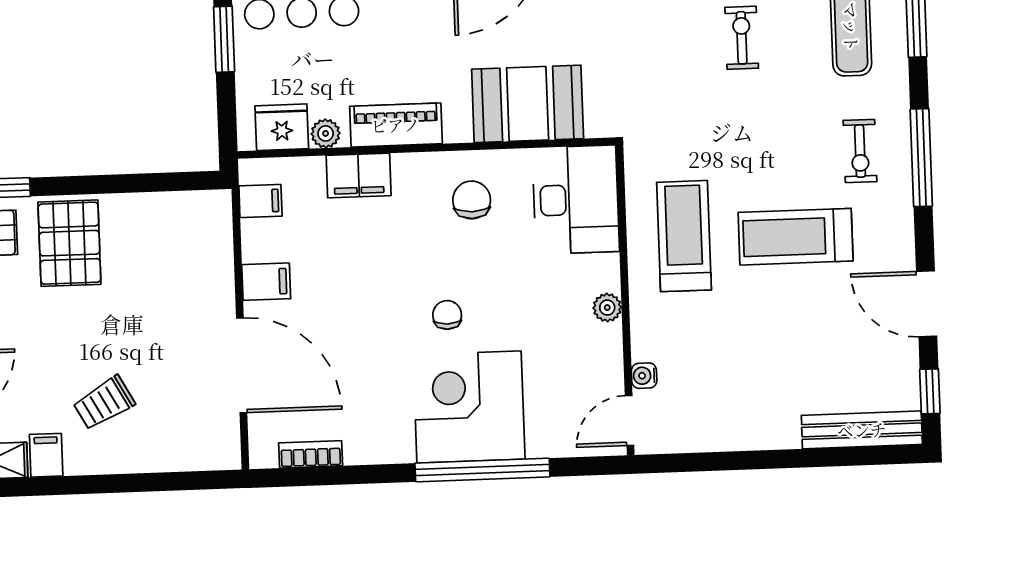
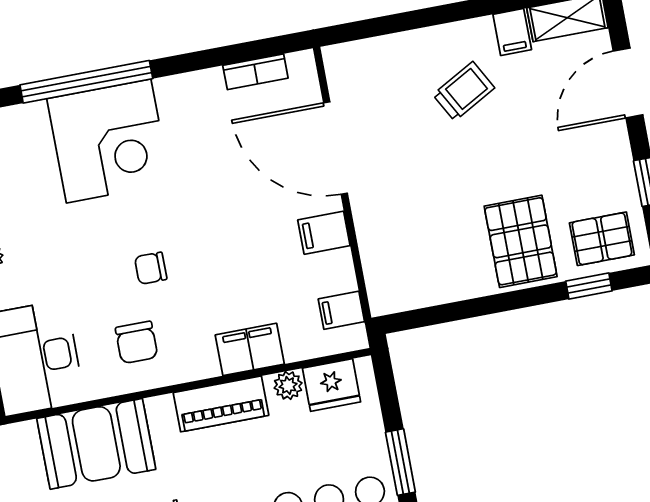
chair: (447, 315) -> (151, 268), moved, turned 90

